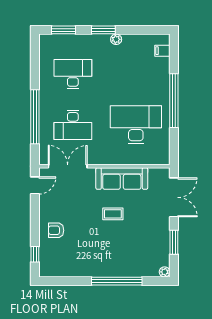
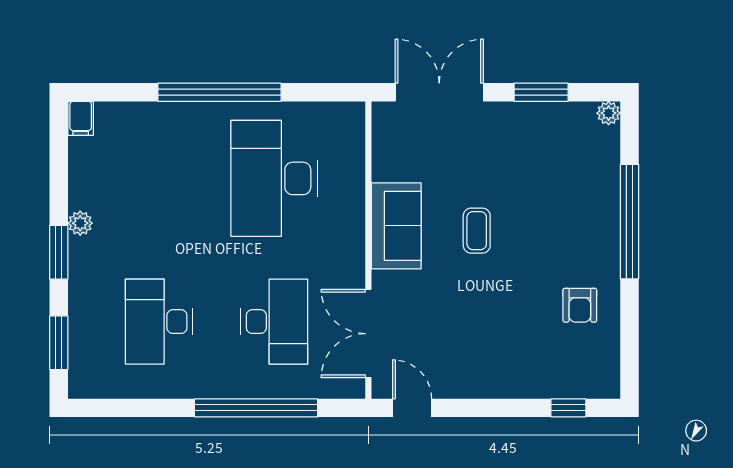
filing cabinet: (162, 51) -> (81, 118), moved
sofa: (122, 178) -> (396, 226), width x0.73
armchair: (56, 230) -> (580, 305), moved

